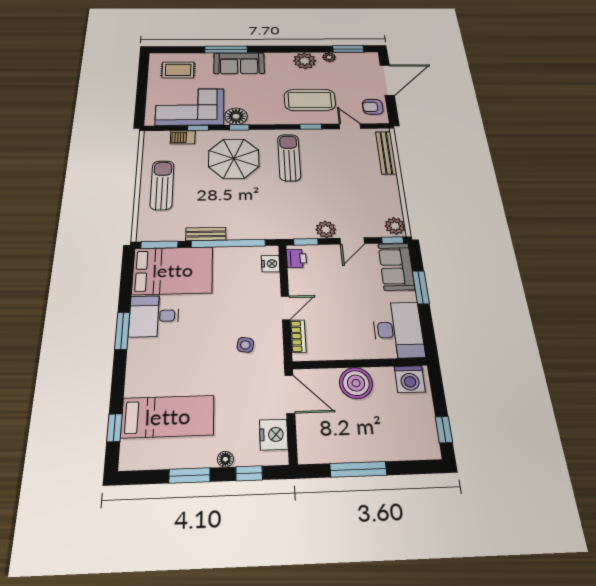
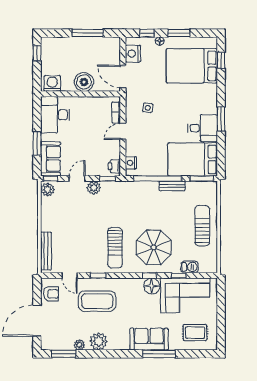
sun lounger: (162, 185) -> (202, 226), turned 180
bed: (168, 416) -> (192, 66), width x1.50

